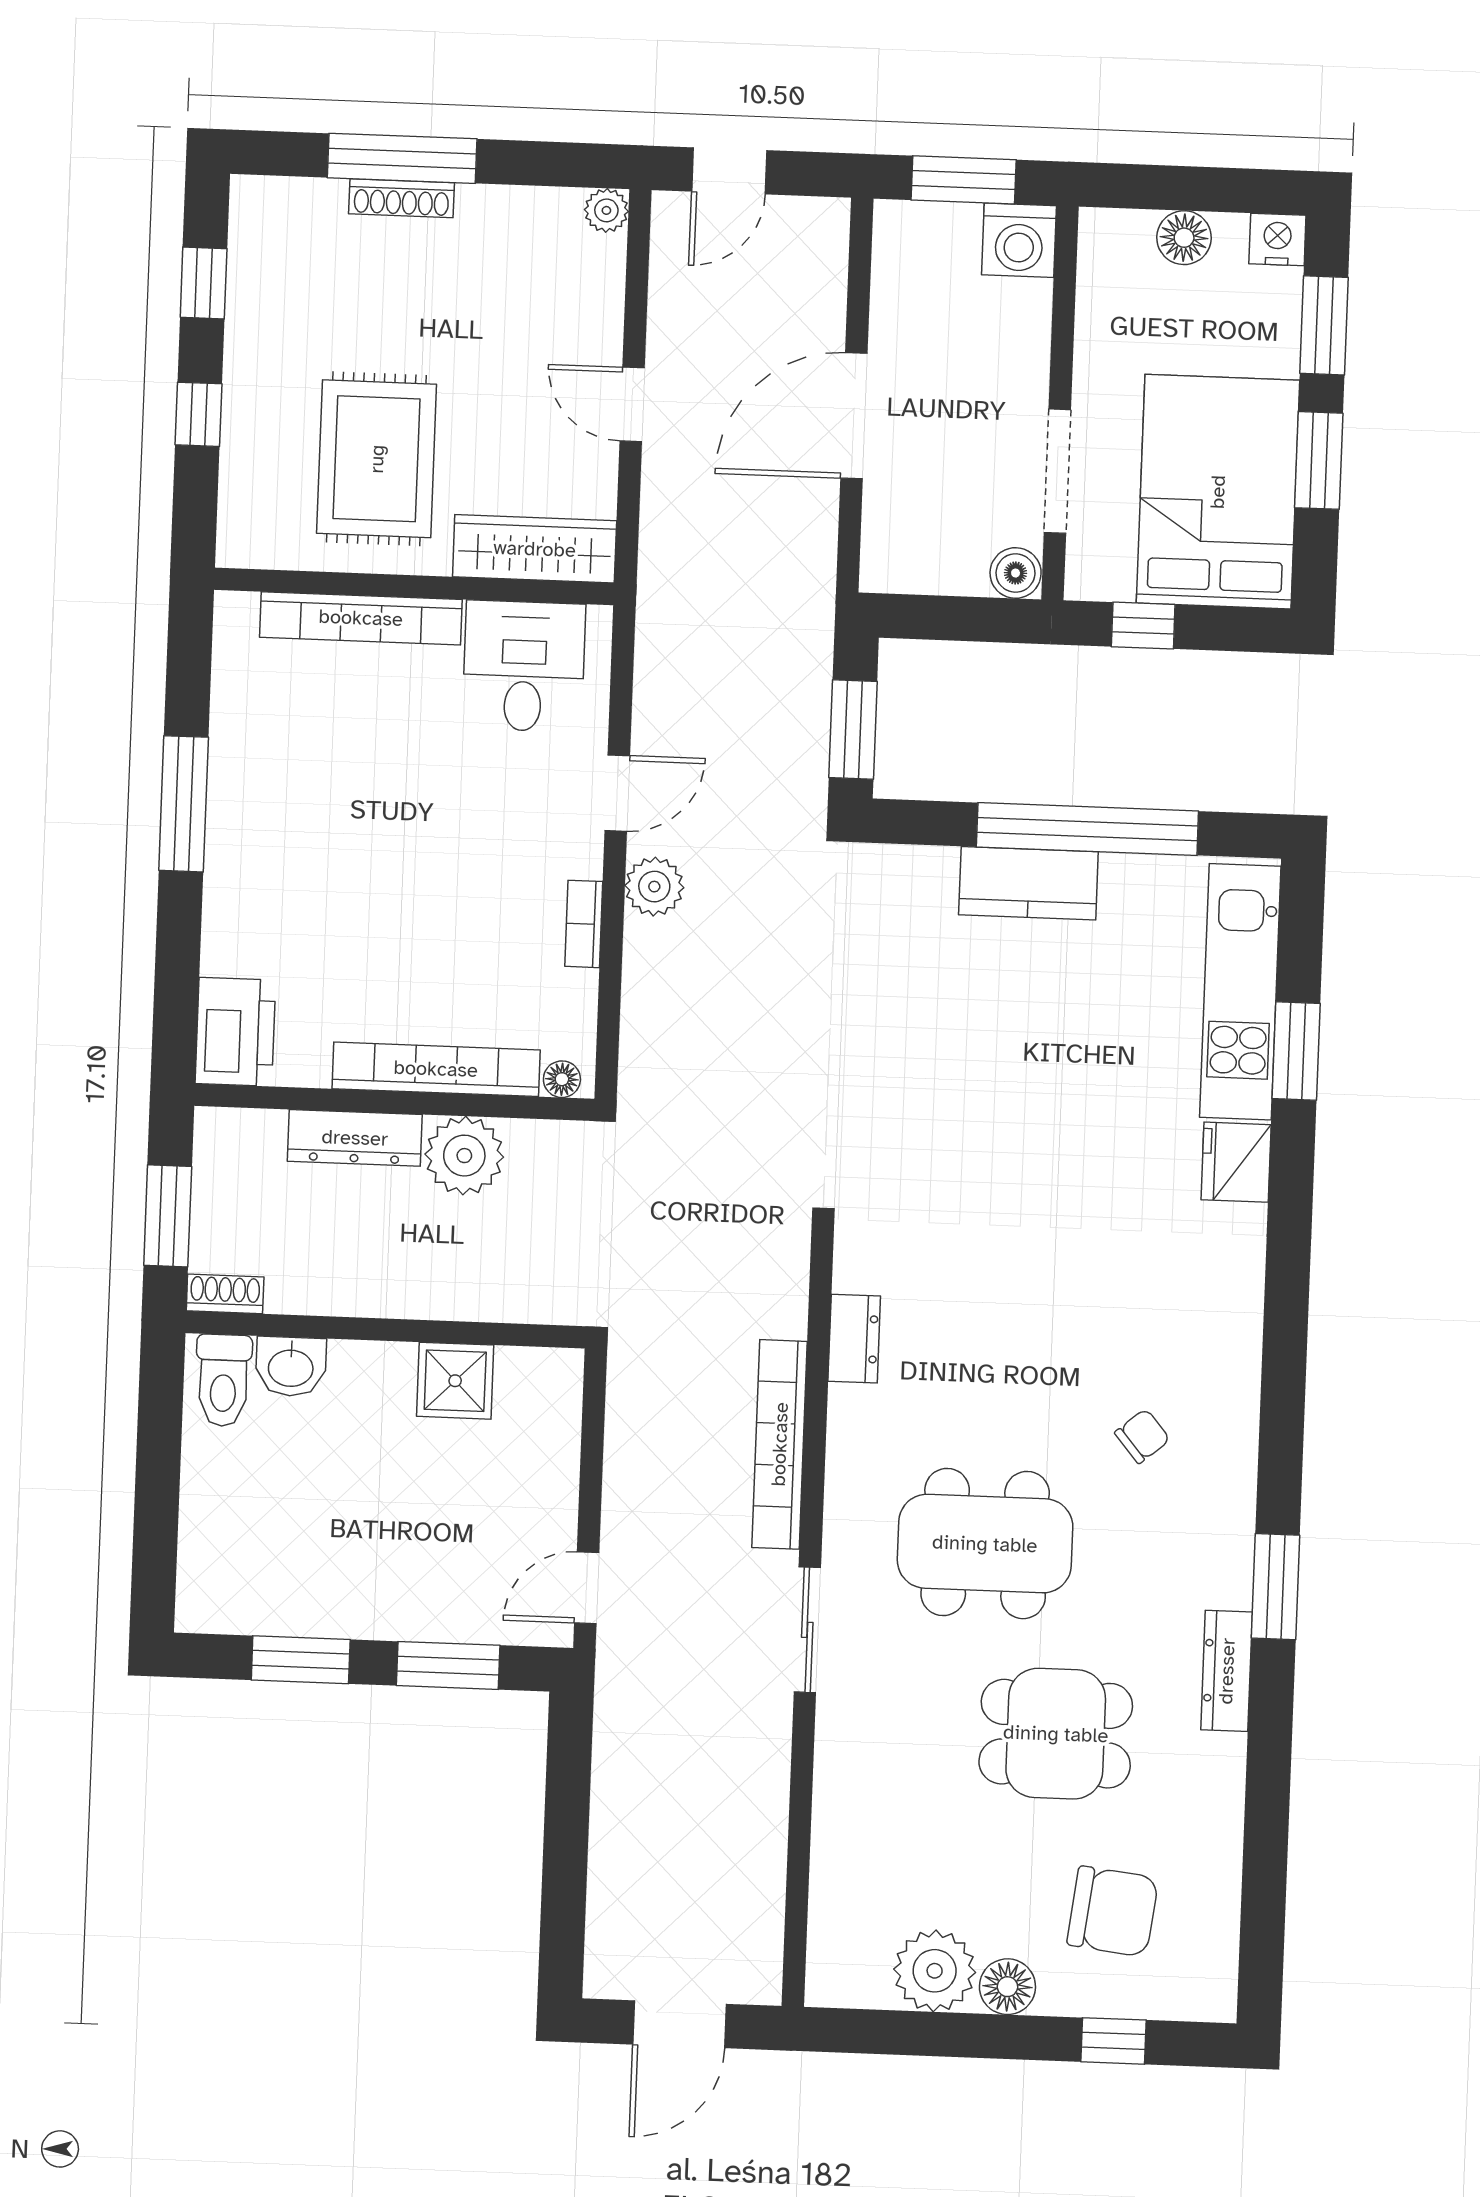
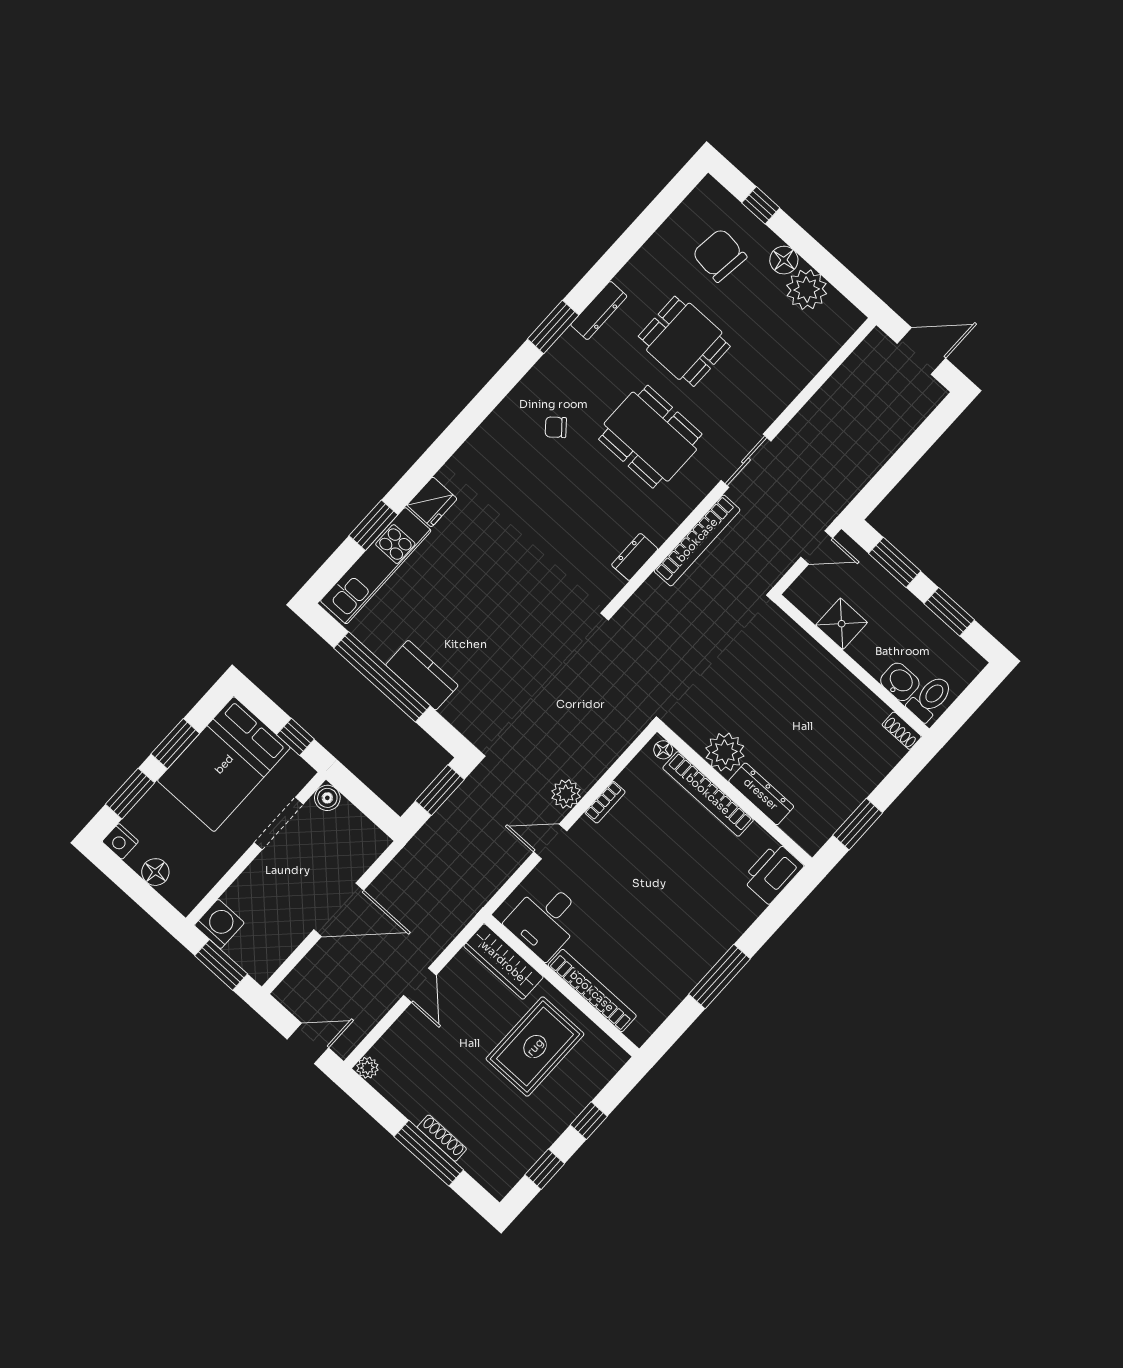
shoe rack: (225, 1294) -> (902, 731), moved
wall: (386, 1330) -> (852, 666), moved
washbasin: (291, 1367) -> (900, 682), moved
toilet: (223, 1380) -> (930, 698), moved
shower: (455, 1381) -> (842, 624), moved

